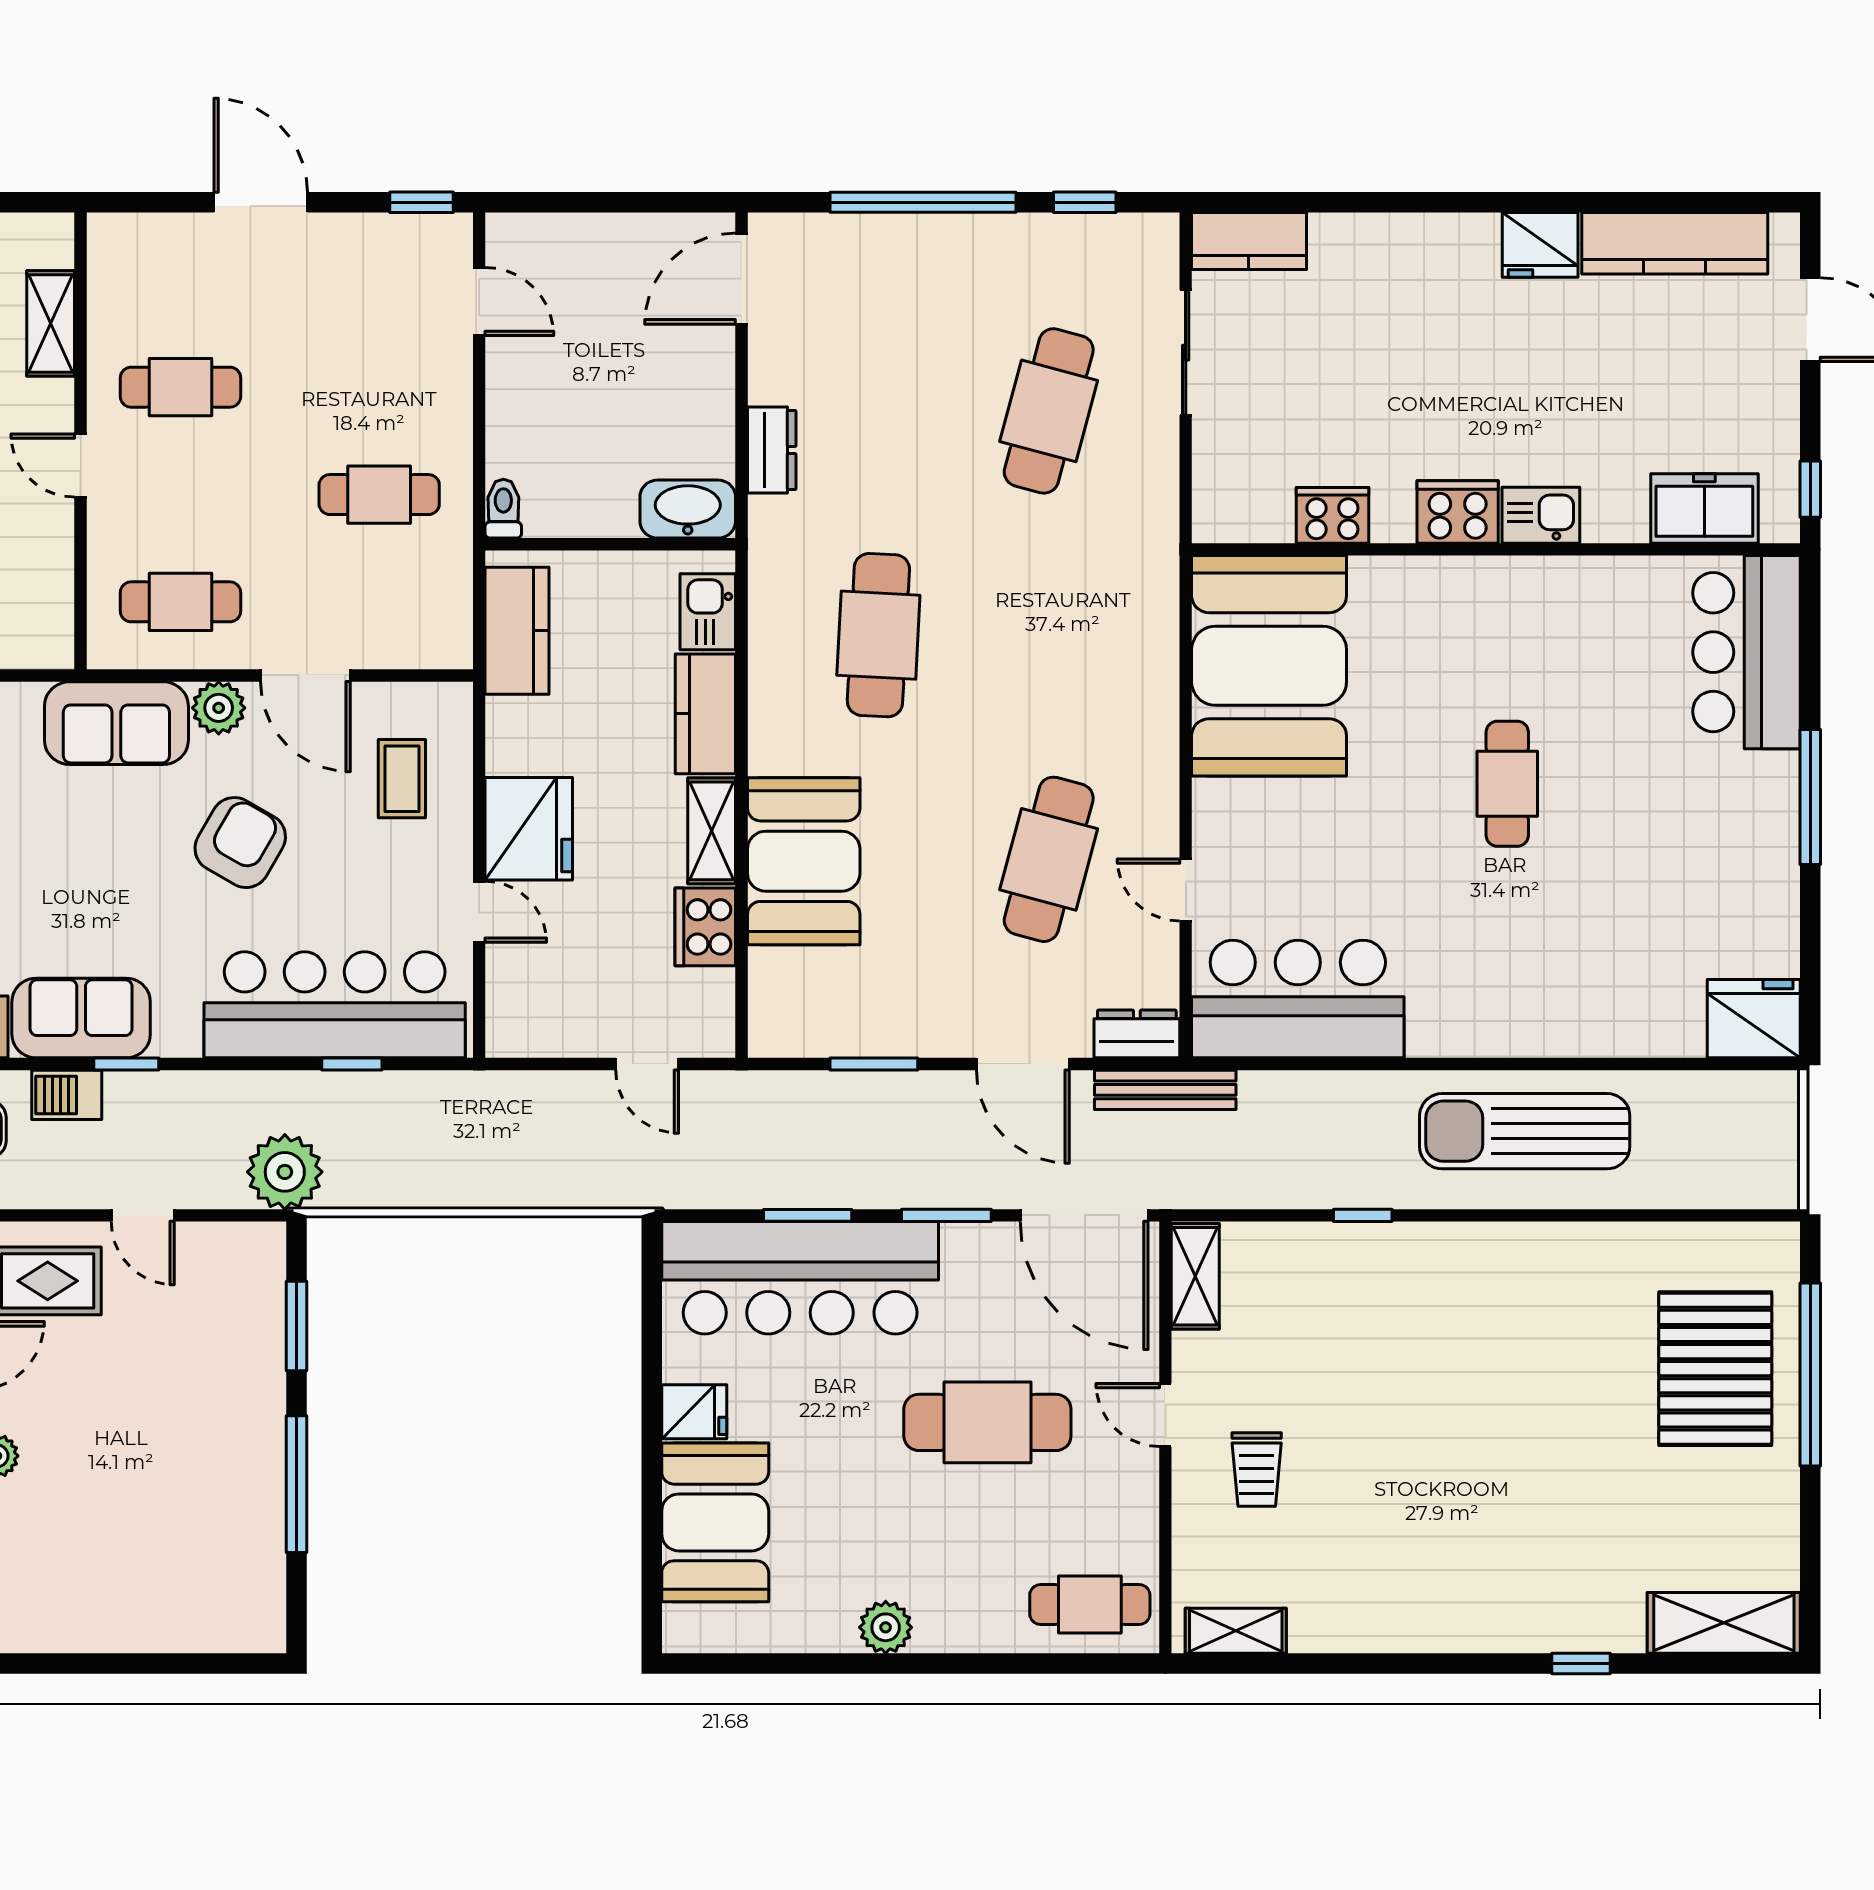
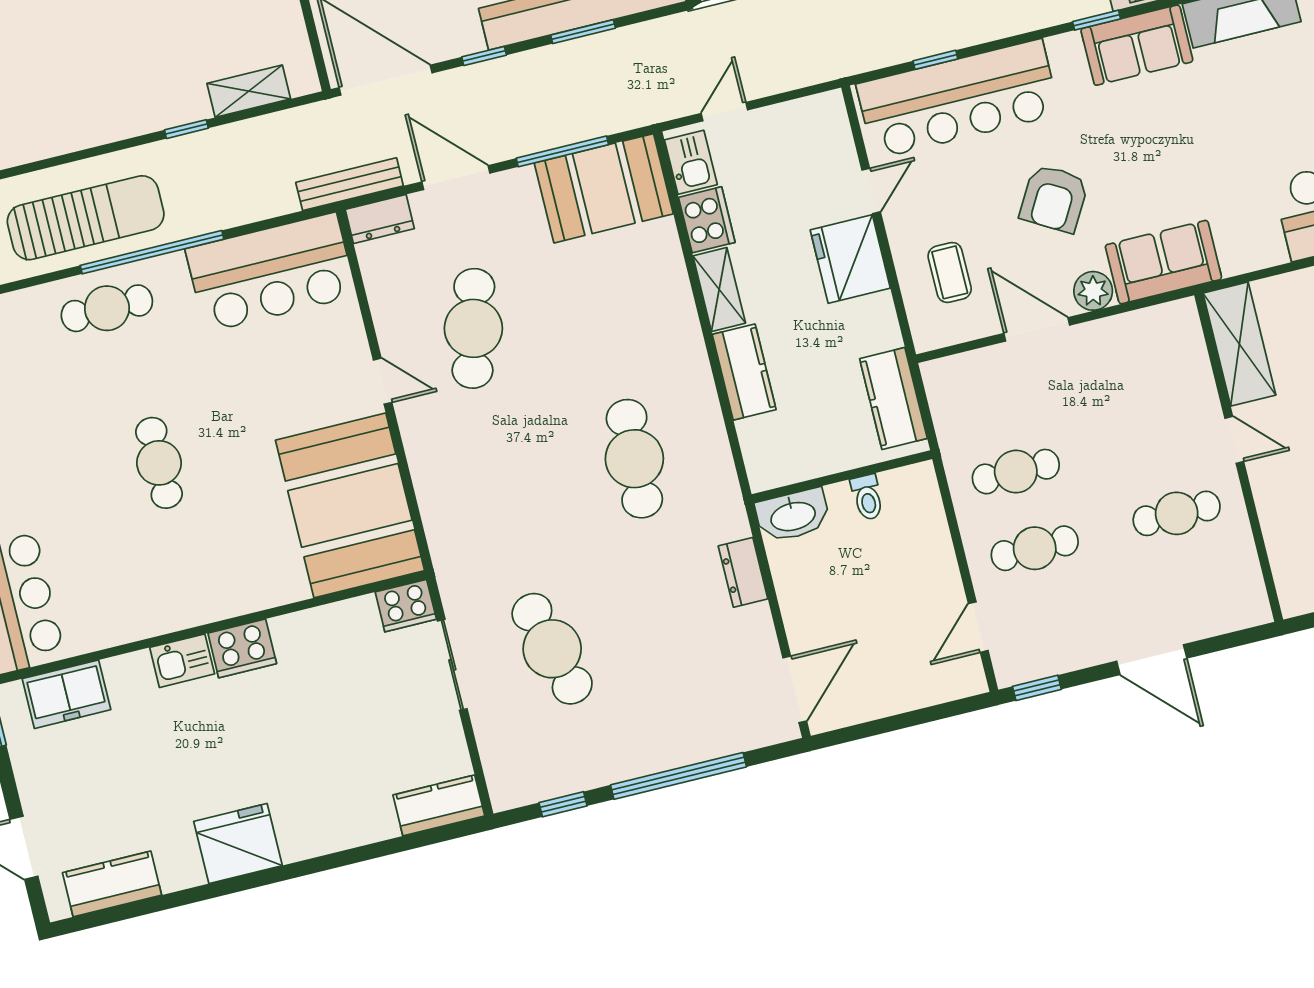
kitchen counter: (1675, 243) -> (112, 884), width x0.67
fridge: (1540, 245) -> (238, 843), width x1.36, depth x1.34
door: (479, 301) -> (978, 627), hinge flipped
shelving: (51, 323) -> (1239, 344), moved, width x1.50, depth x1.33
sliding door: (1186, 353) -> (452, 665), moved
cafe table: (1049, 411) -> (552, 649), turned -30
toilet: (503, 509) -> (867, 497), moved
cooker: (1332, 515) -> (406, 606), moved
cafe table: (180, 602) -> (1035, 548), moved
kitchen sink: (708, 612) -> (691, 162), moved
booth: (804, 861) -> (604, 188), moved, turned 90
door: (1186, 890) -> (383, 381), moved
door: (479, 912) -> (871, 191), swing flipped
cafe table: (1526, 1005) -> (107, 308), added
door: (647, 1064) -> (724, 112), hinge flipped
window: (874, 1064) -> (562, 151), width x1.44
window: (1448, 1064) -> (152, 252), added
window: (946, 1215) -> (484, 56), width x0.67
shelving: (1195, 1276) -> (249, 91), moved, turned 90

